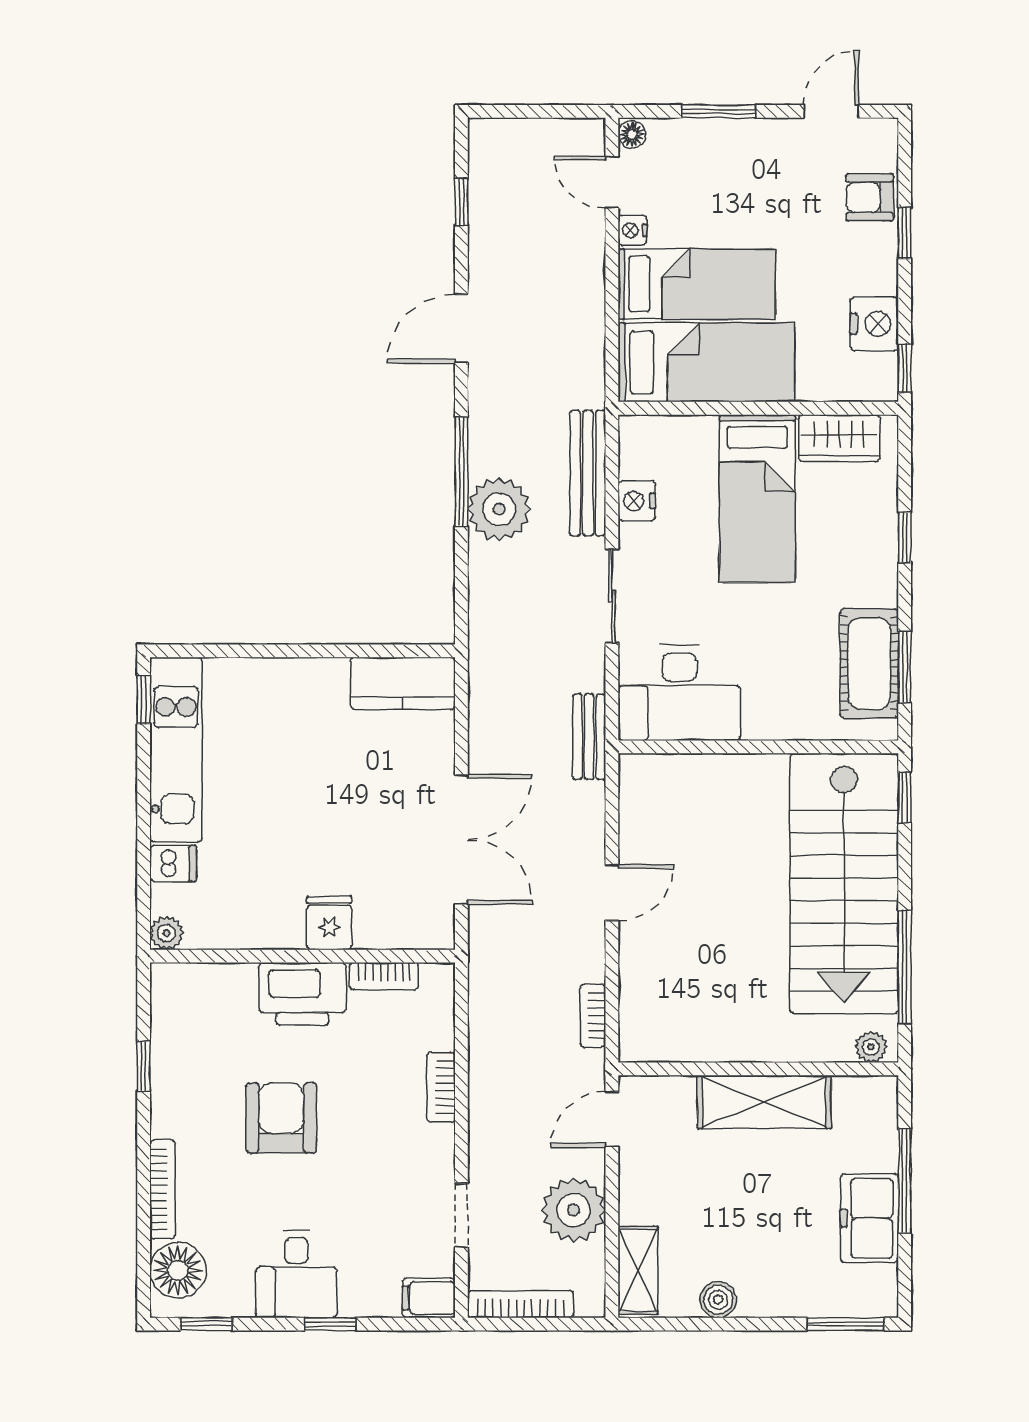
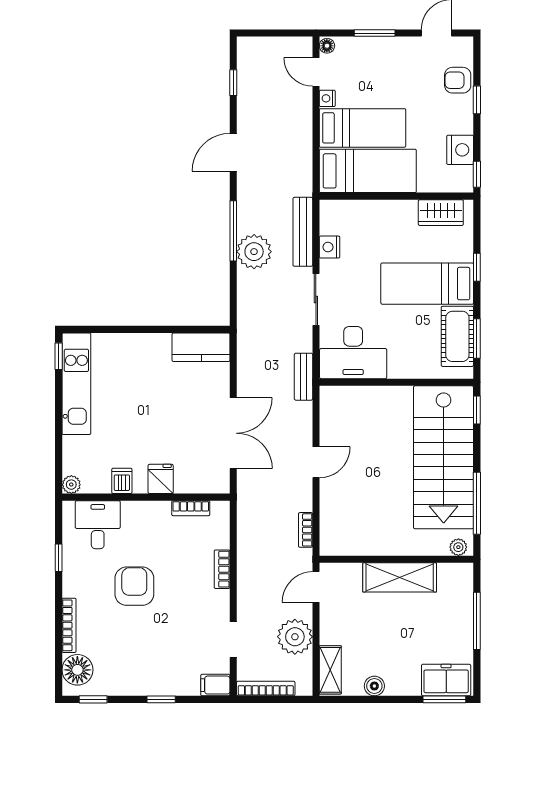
bed: (757, 499) -> (427, 284), moved, turned 90
dishwasher: (173, 864) -> (122, 481), moved, turned -90
printer: (302, 994) -> (146, 518), removed
freezer: (869, 1218) -> (446, 680), moved, turned 90
desk: (296, 1274) -> (98, 525), moved, turned 180

